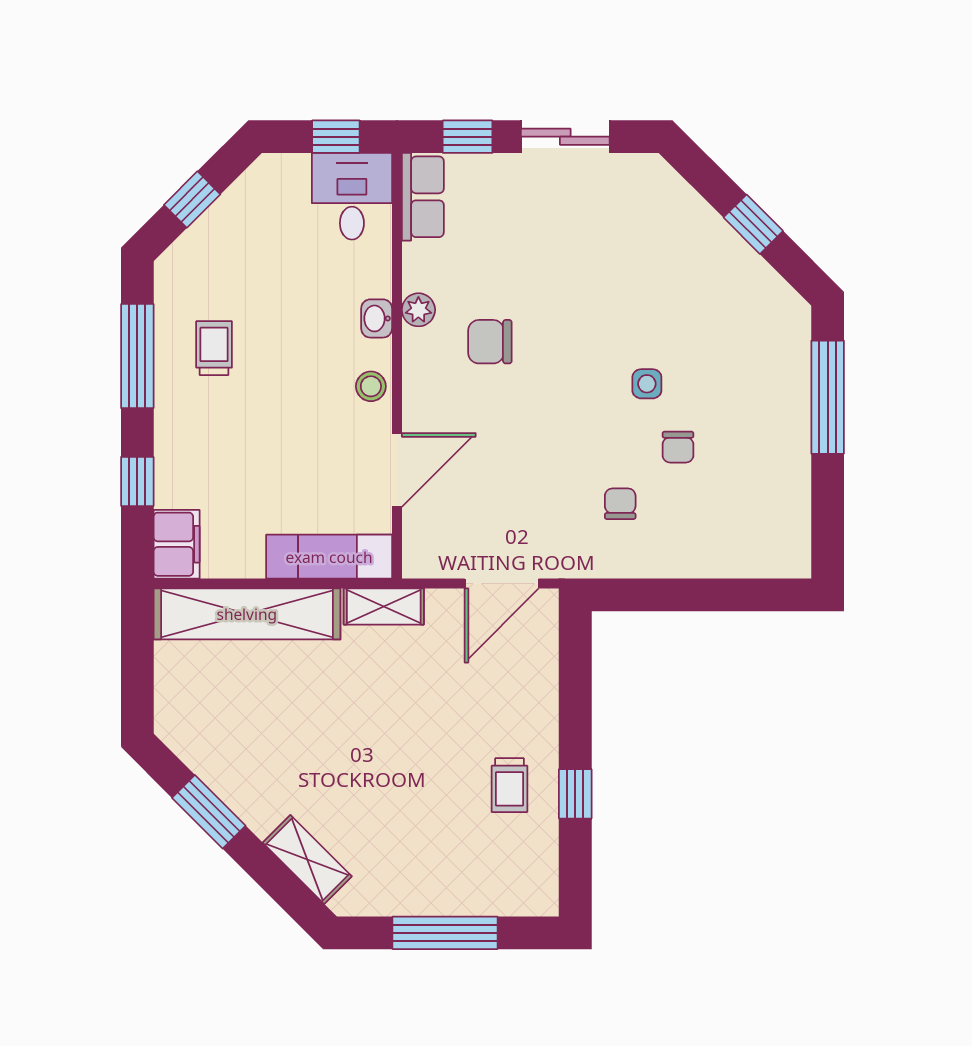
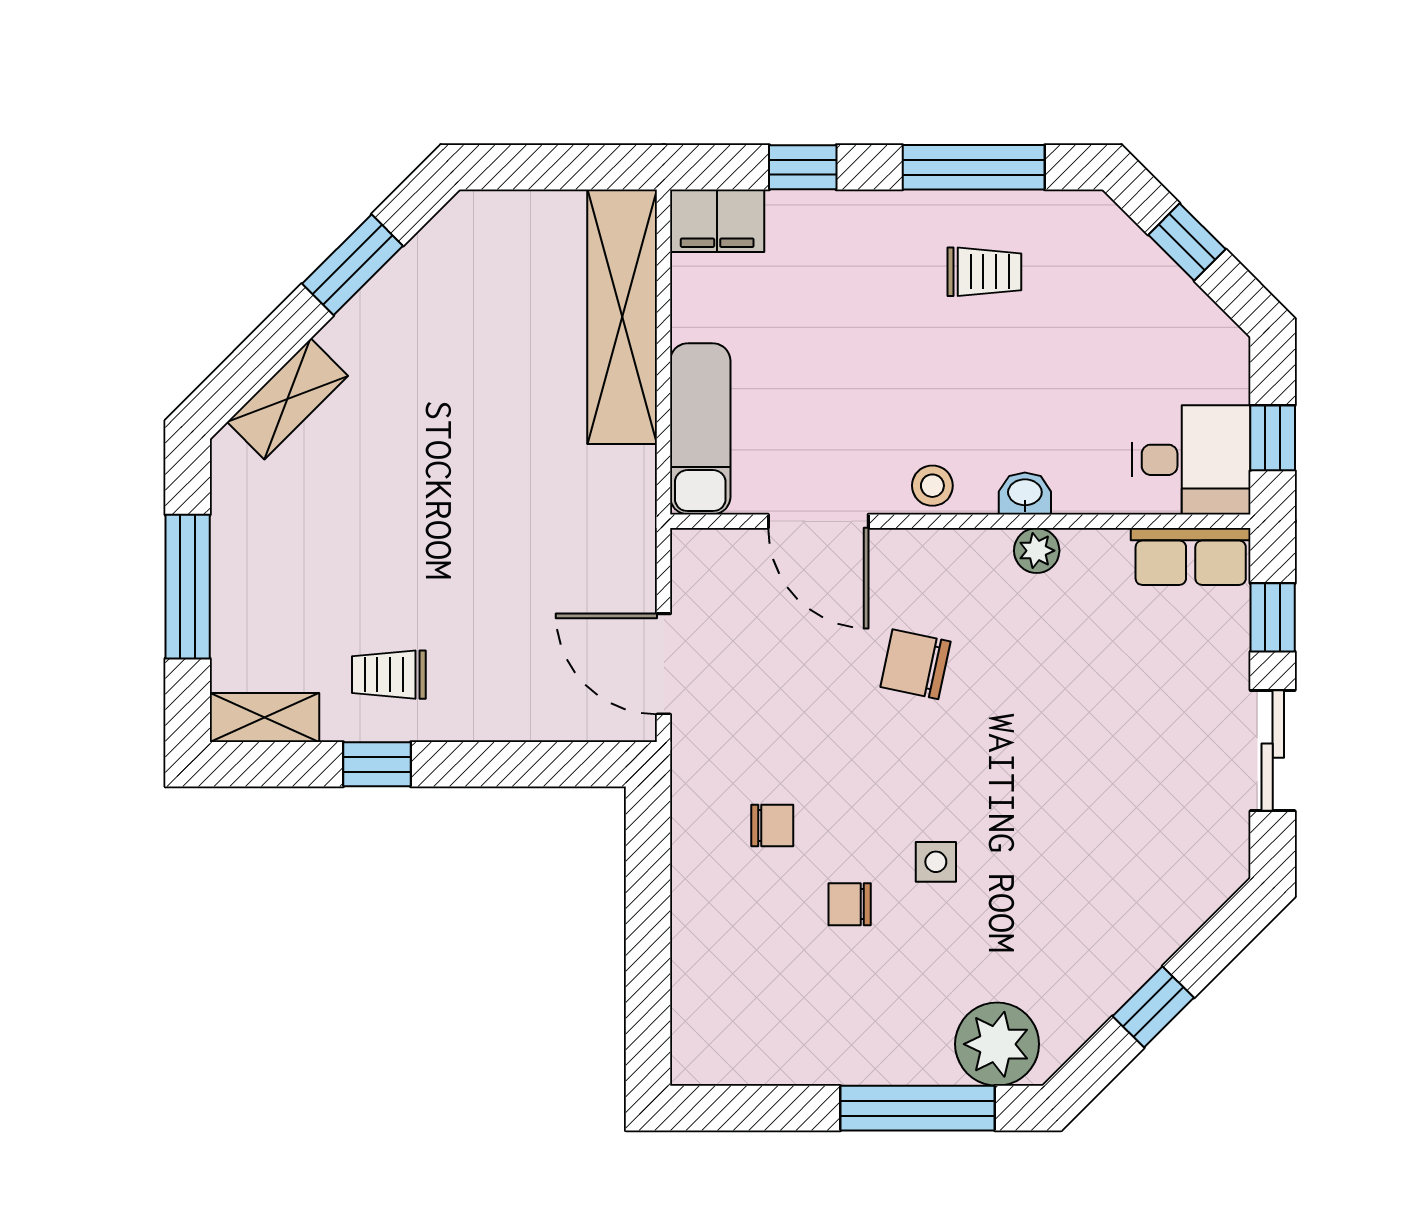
plant: (781, 339) -> (997, 1044), added
chair: (490, 342) -> (915, 664), moved, turned -78
shelving: (384, 606) -> (264, 717), moved, turned 90

